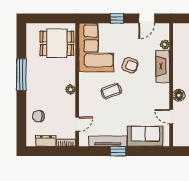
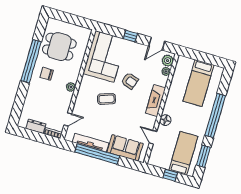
plant: (163, 33) -> (168, 61), added
dining table: (57, 43) -> (59, 47), moved
fireplace: (163, 66) -> (156, 101), moved
window: (21, 75) -> (31, 61), width x1.46
chair: (38, 116) -> (47, 74), moved
window: (118, 151) -> (97, 154), width x3.17

